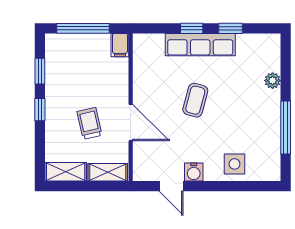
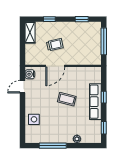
window: (230, 28) -> (104, 128), moved
filing cabinet: (120, 45) -> (95, 60), removed
window: (40, 110) -> (49, 19), moved
shelving: (108, 172) -> (30, 54), removed
water cooler: (194, 172) -> (30, 74), moved

